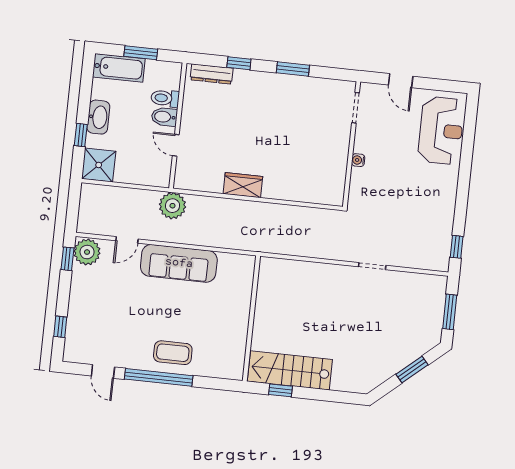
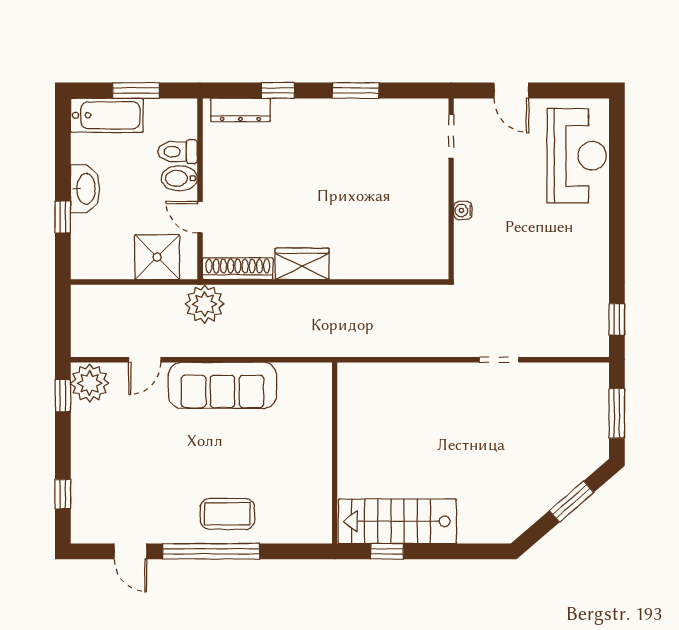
shower: (99, 165) -> (157, 257), moved
shoe rack: (198, 184) -> (238, 269), added

